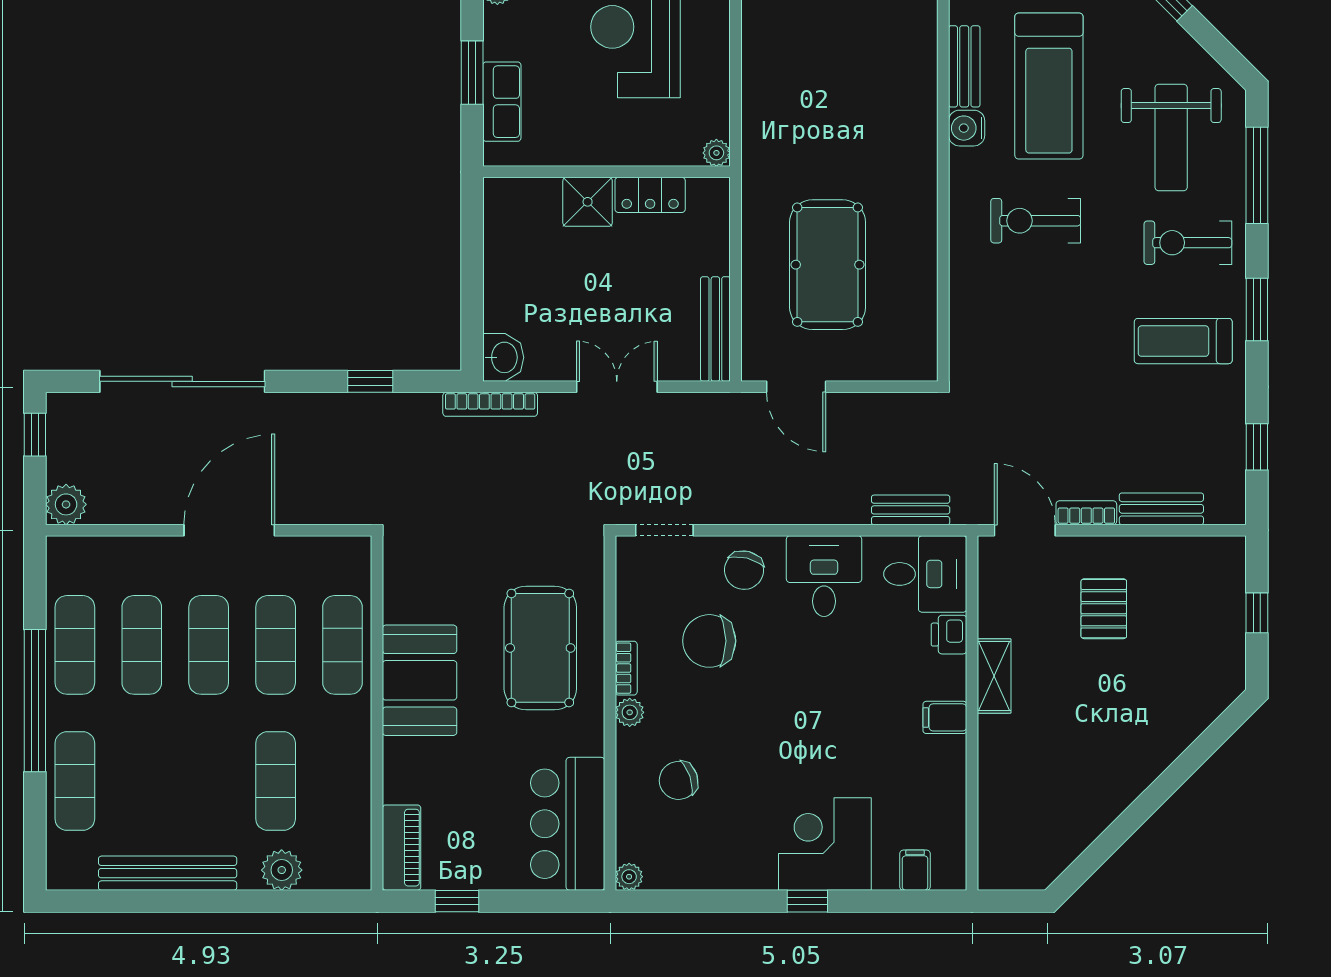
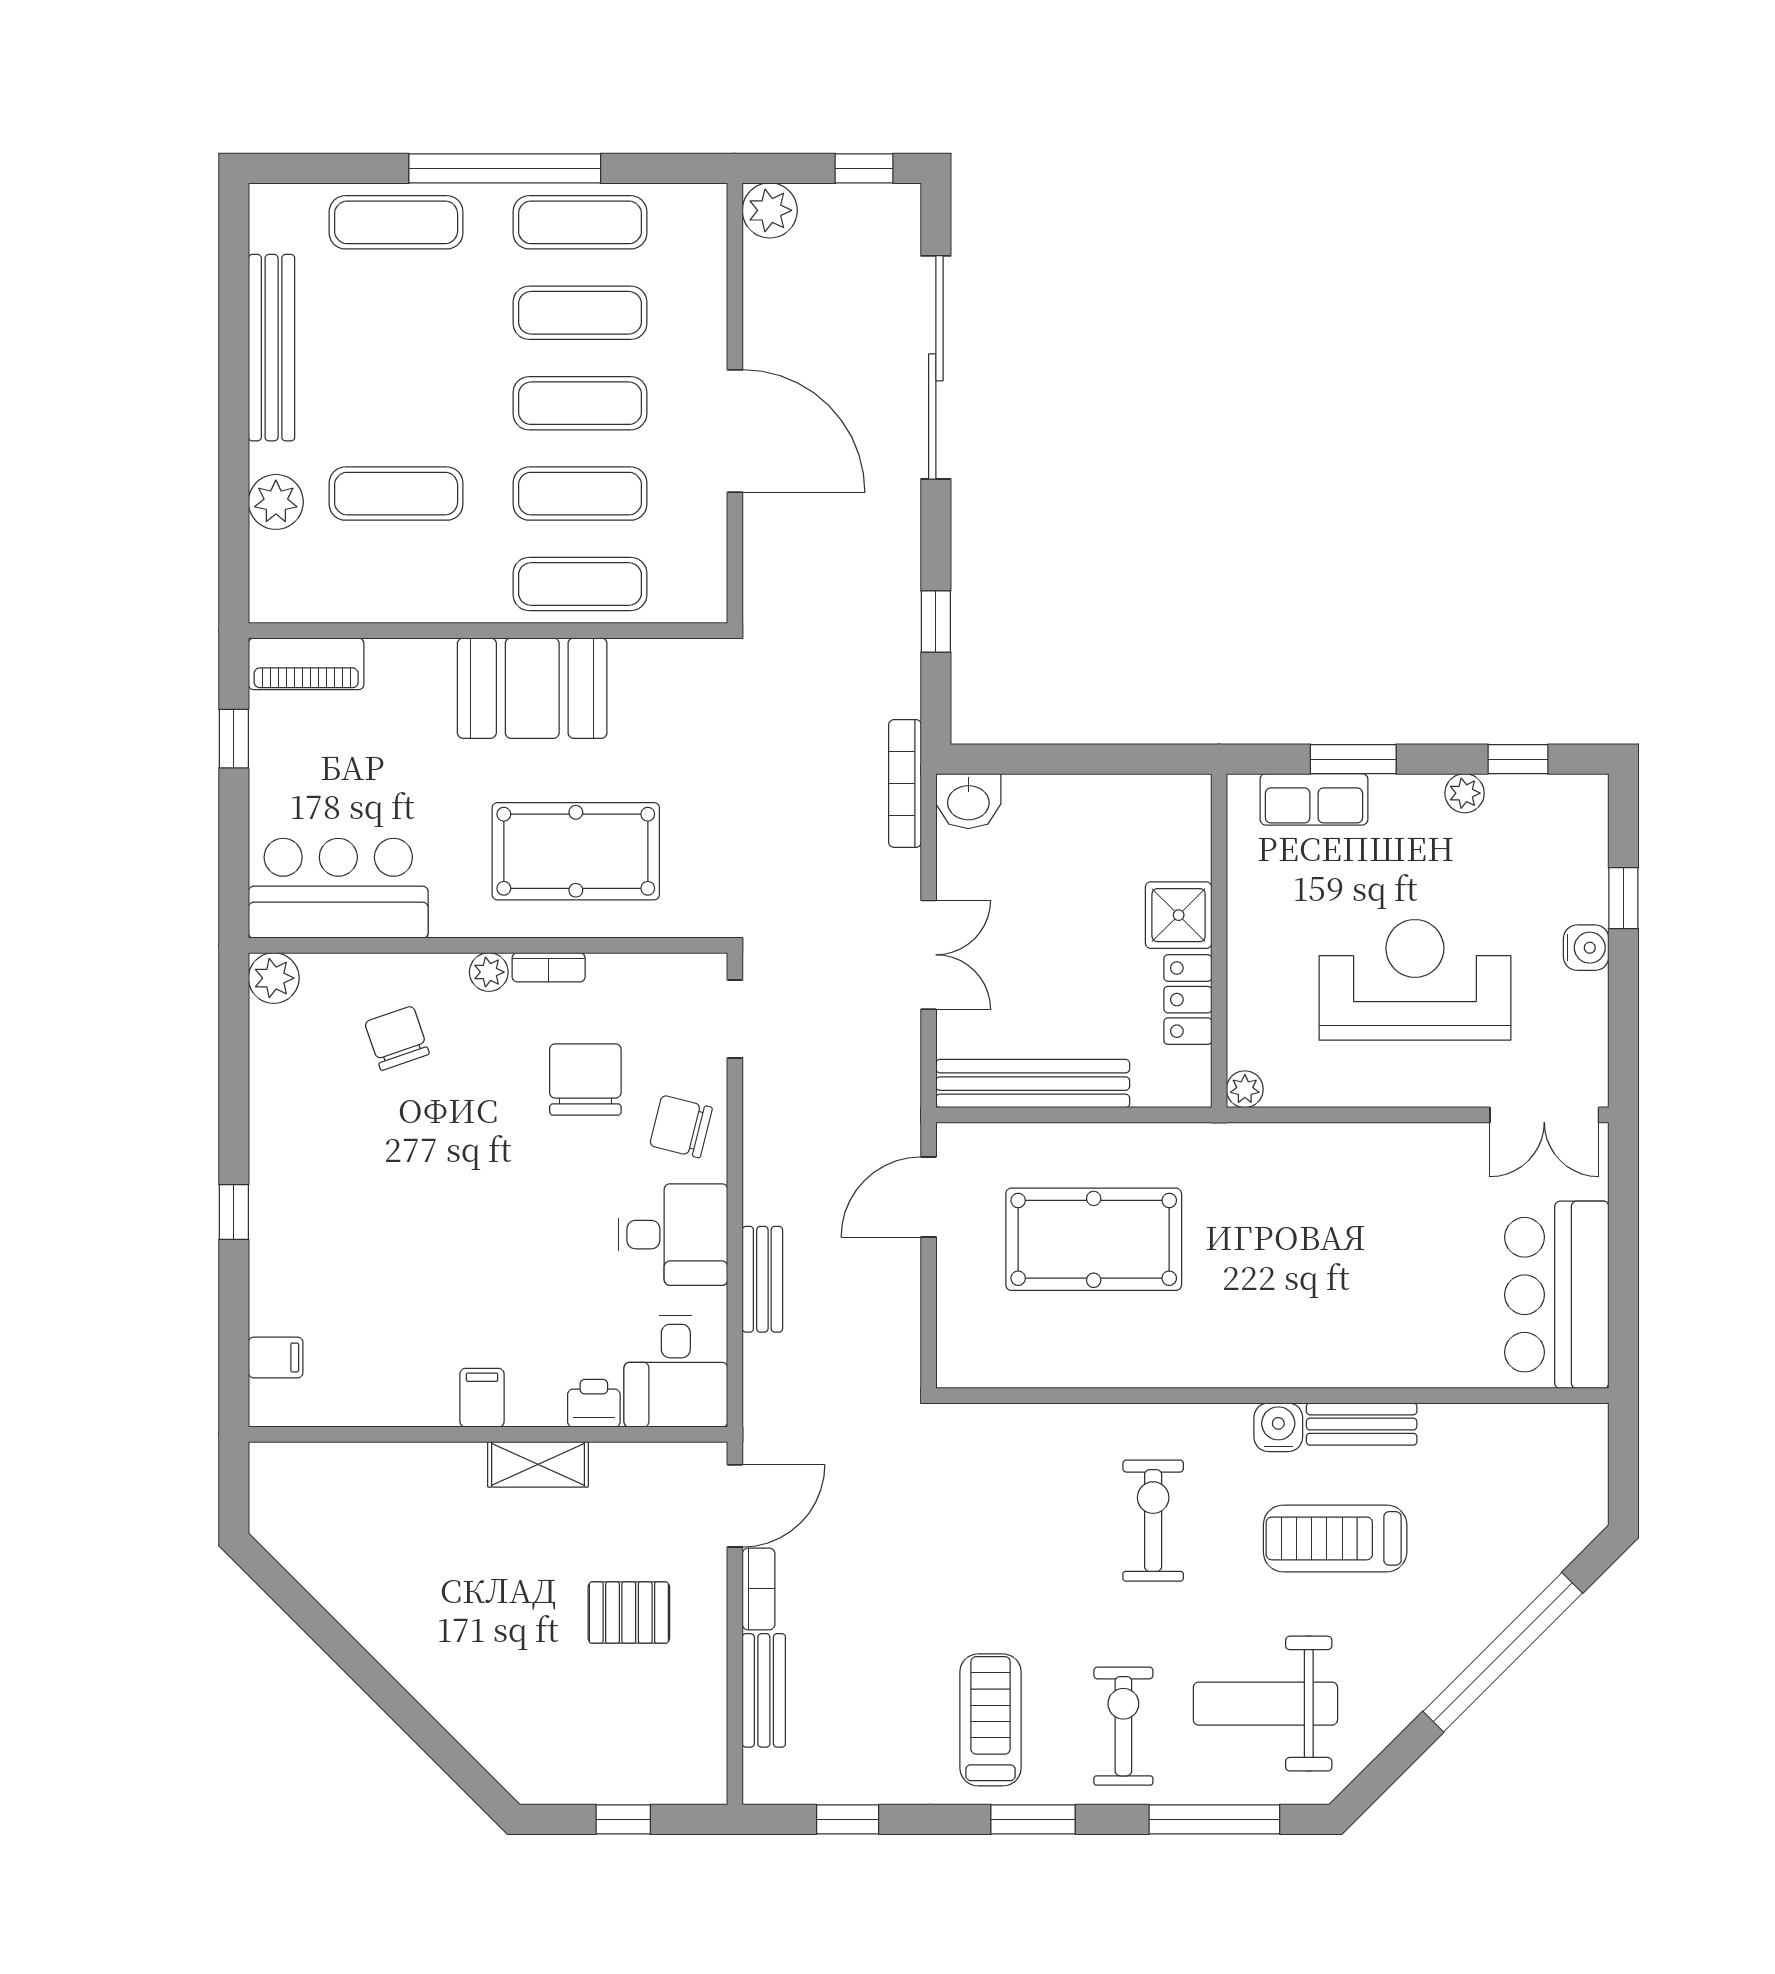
treadmill: (1049, 86) -> (1335, 1538), width x0.73, depth x0.73
bench: (715, 329) -> (1033, 1084), width x1.37, depth x1.21
bench: (911, 510) -> (762, 1279), moved
corner desk: (825, 844) -> (311, 1236), removed
plant: (629, 877) -> (274, 978), width x1.38, depth x1.38

